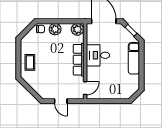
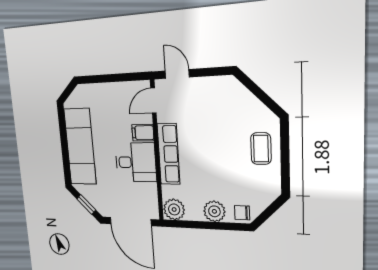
exam couch: (134, 58) -> (80, 147), width x1.36, depth x1.45
filing cabinet: (92, 71) -> (143, 133), added
door: (61, 101) -> (177, 74), moved

